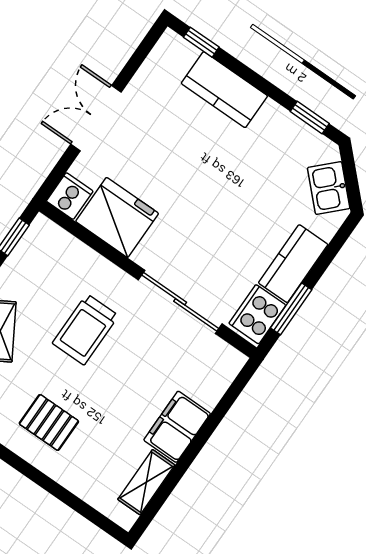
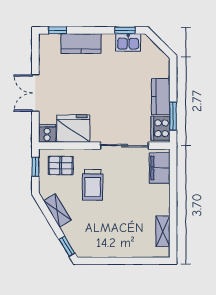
kitchen sink: (329, 188) -> (128, 42), moved, turned -45
pallet: (49, 422) -> (61, 165), moved
filing cabinet: (177, 427) -> (160, 168), moved

